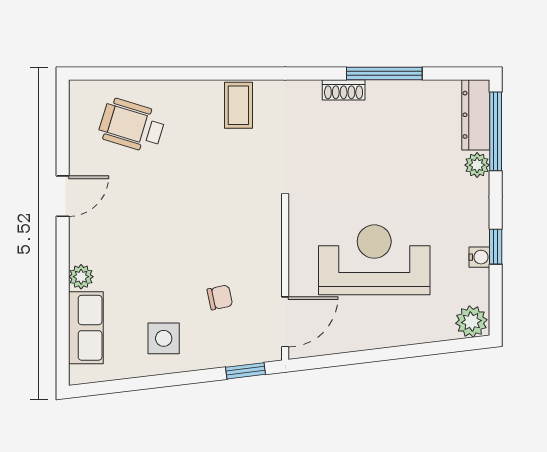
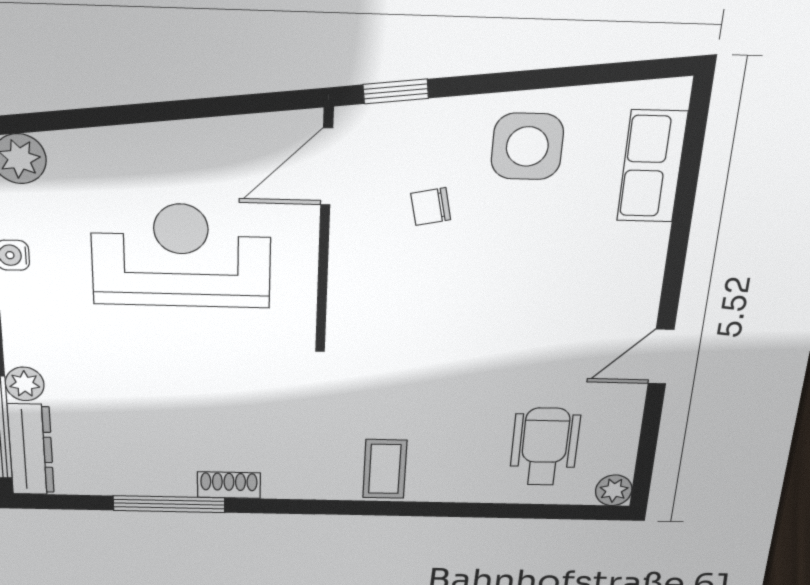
wheelchair: (132, 125) -> (545, 447), turned -107
reception desk: (374, 260) -> (181, 256), turned 180
plant: (81, 277) -> (614, 490), moved
side table: (164, 338) -> (527, 146), width x1.37, depth x1.37

